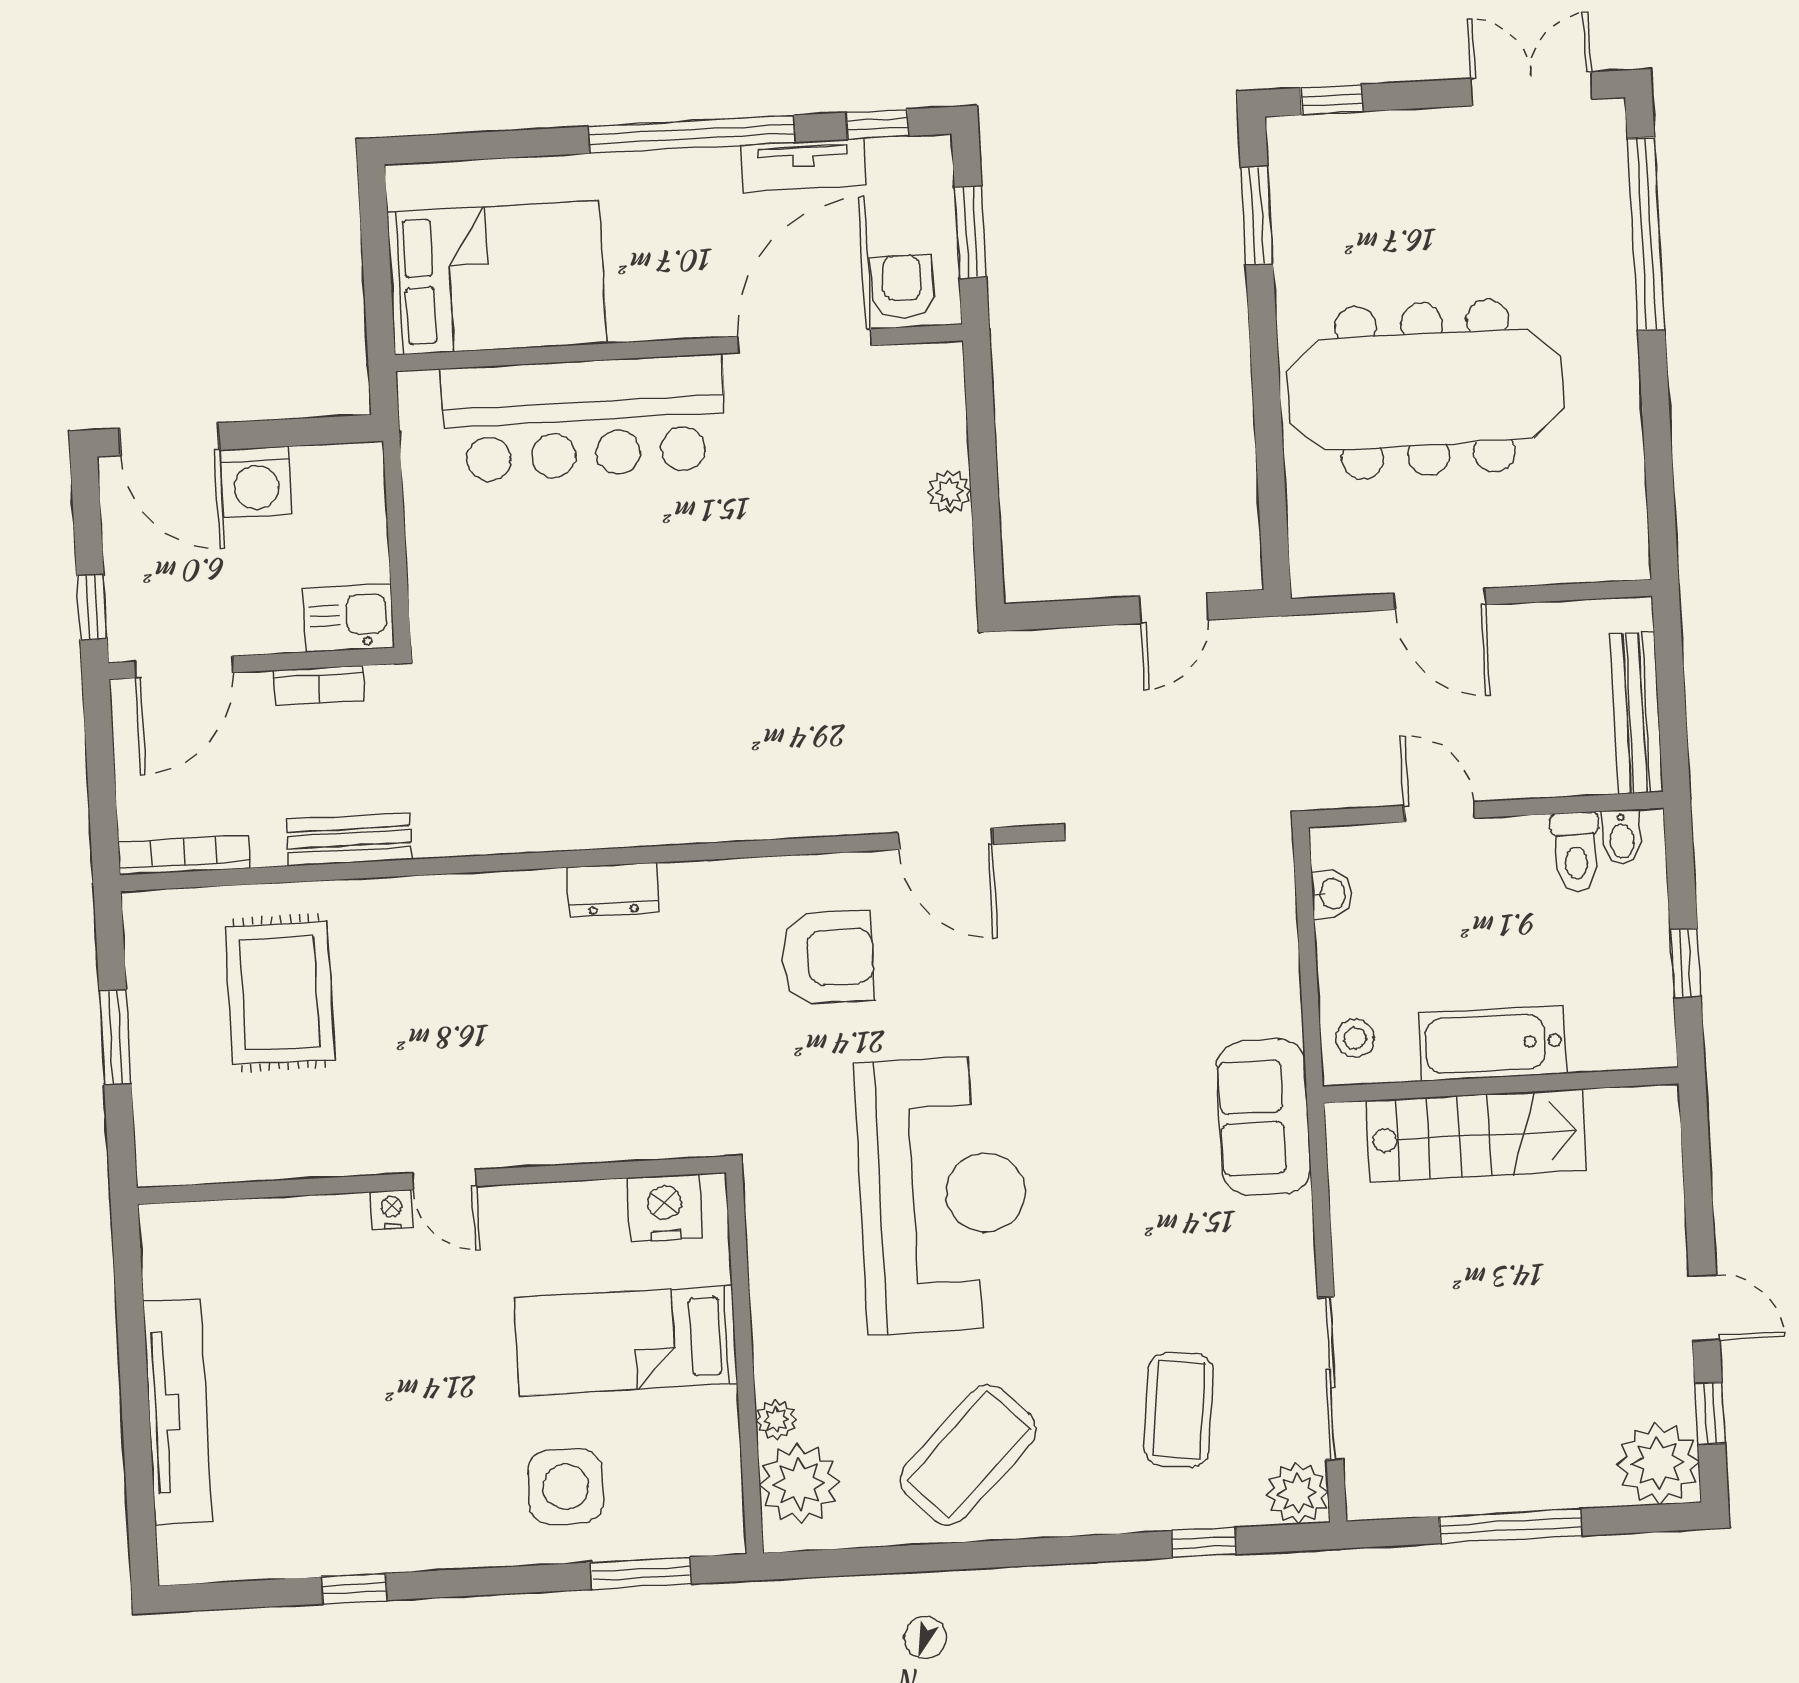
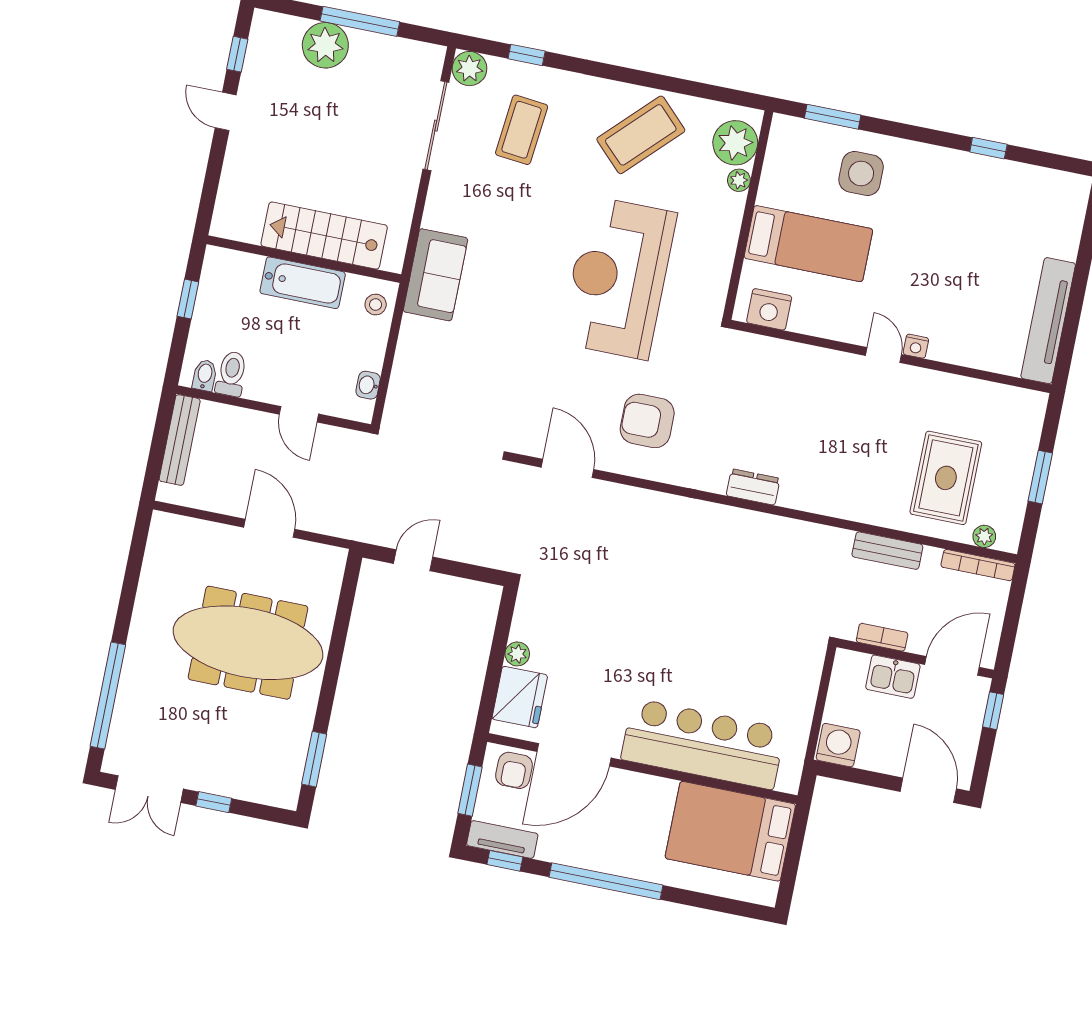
window: (1332, 100) -> (214, 802), moved
tv unit: (803, 165) -> (502, 840), moved
fridge: (925, 417) -> (520, 697), added
washing machine: (256, 482) -> (838, 745), moved
kitchen sink: (349, 618) -> (893, 677), moved
plant: (186, 908) -> (984, 536), added
tv unit: (177, 1412) -> (1048, 321), moved
plant: (1658, 1463) -> (325, 45), moved

